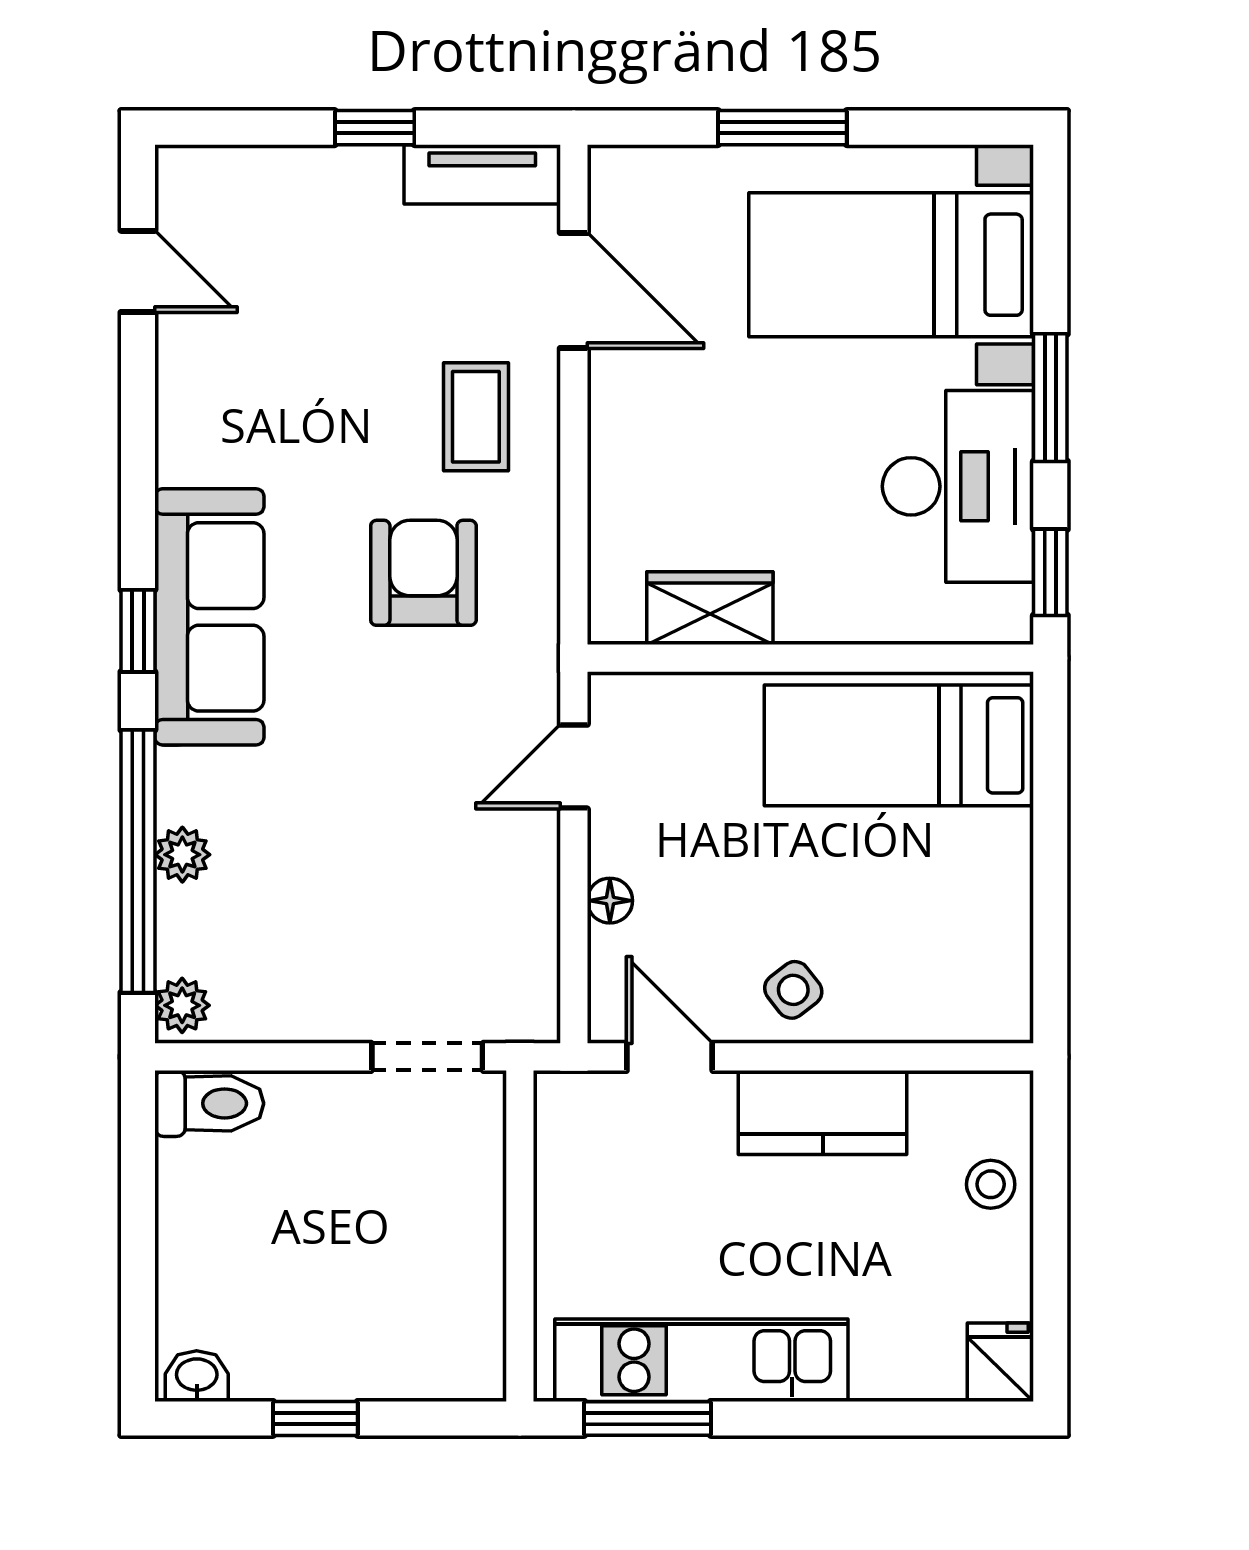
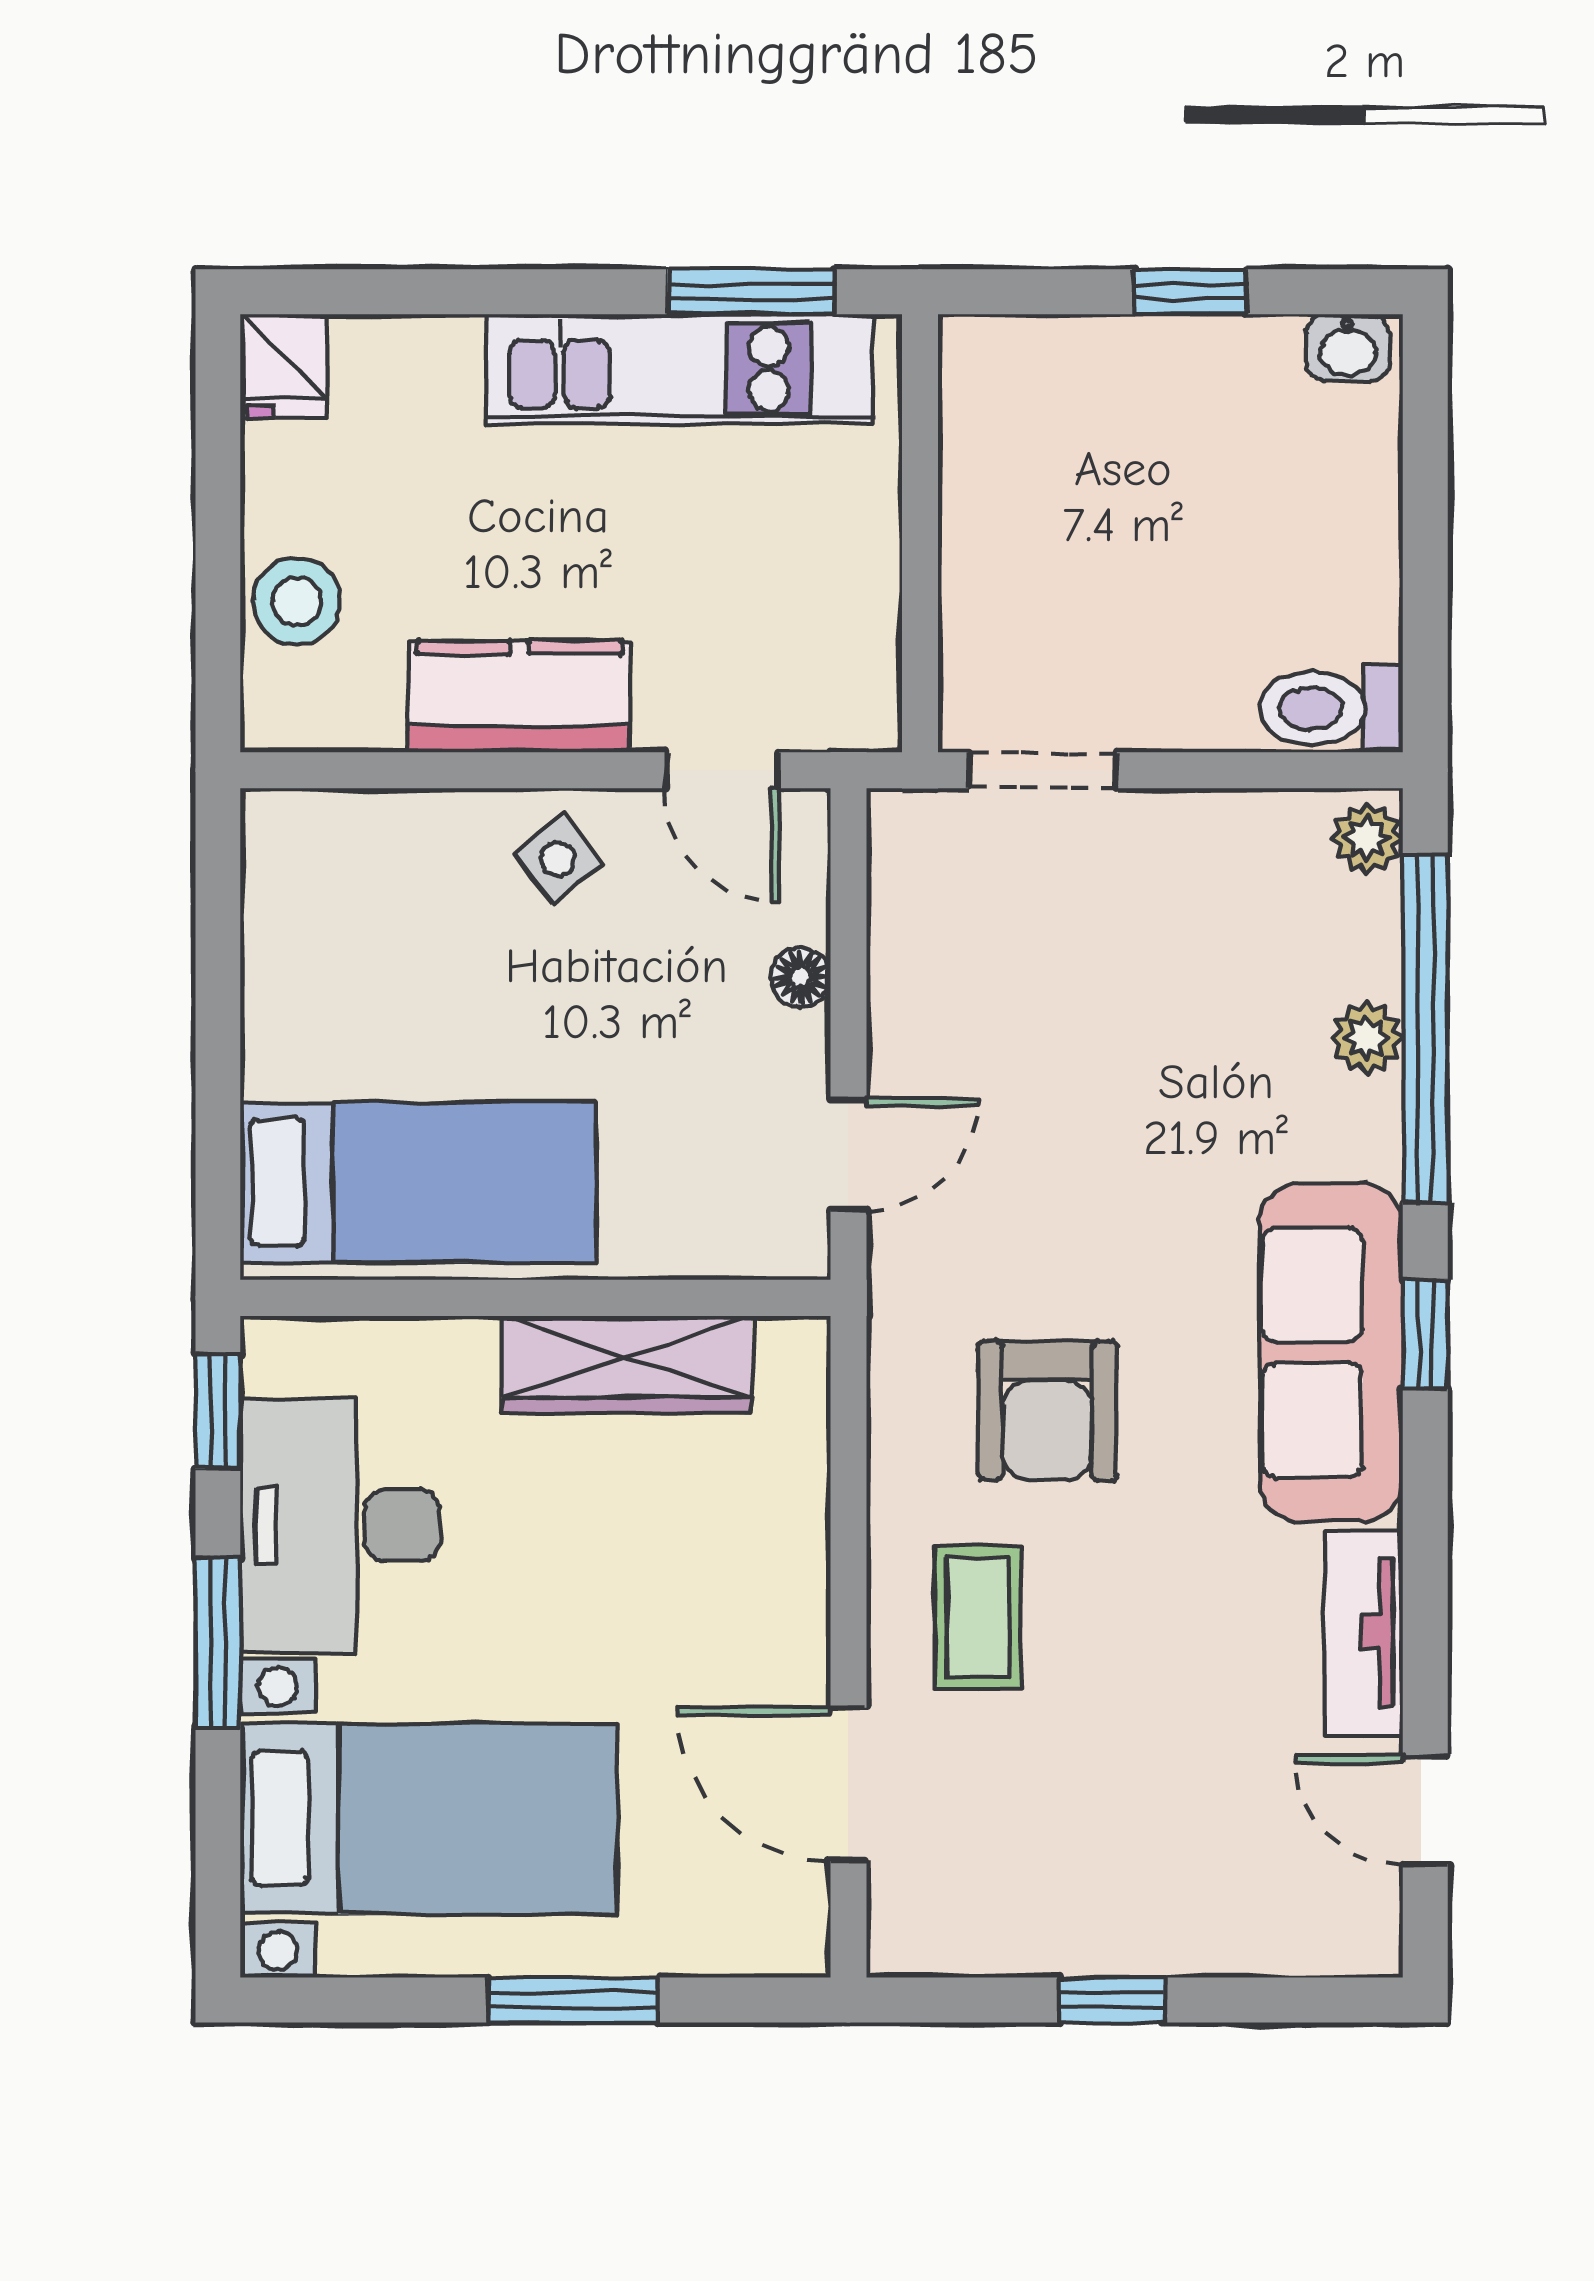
tv unit: (482, 174) -> (1364, 1633), moved, turned -90
wardrobe: (710, 608) -> (627, 1364), width x1.50
stool: (991, 1184) -> (297, 602), width x1.37, depth x1.37

